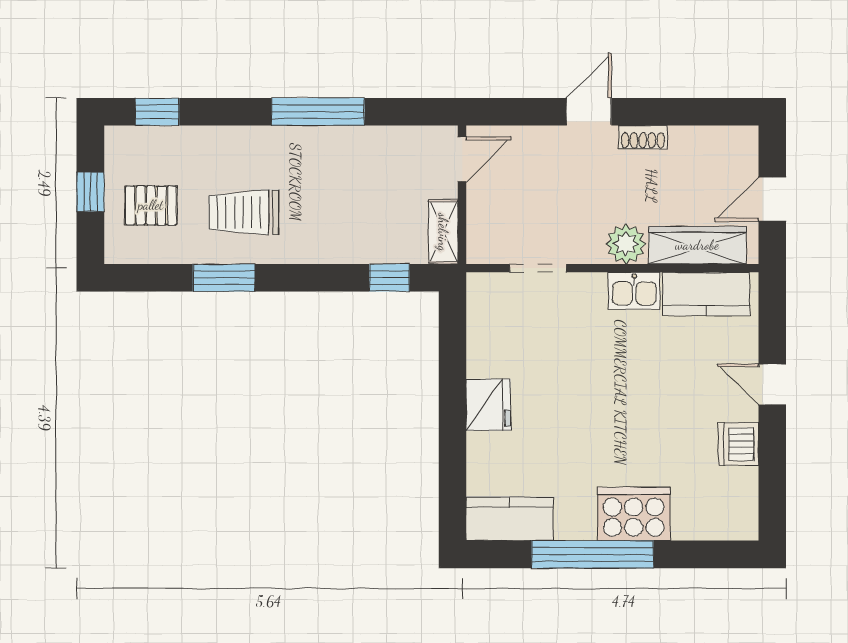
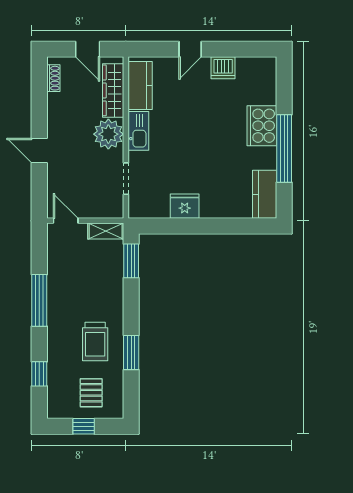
window: (157, 112) -> (39, 374), moved
shoe rack: (643, 137) -> (53, 78), moved
plant: (626, 244) -> (108, 134), width x1.36, depth x1.36
window: (389, 278) -> (131, 261), width x1.50
kitchen sink: (634, 291) -> (138, 131), width x1.38
fridge: (488, 405) -> (185, 206), moved

